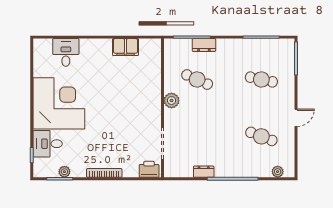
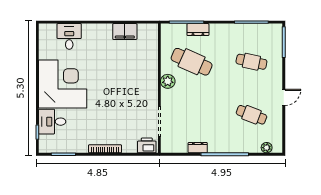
cafe table: (197, 79) -> (192, 62), width x1.37, depth x1.35
plant: (64, 172) -> (68, 148), removed

